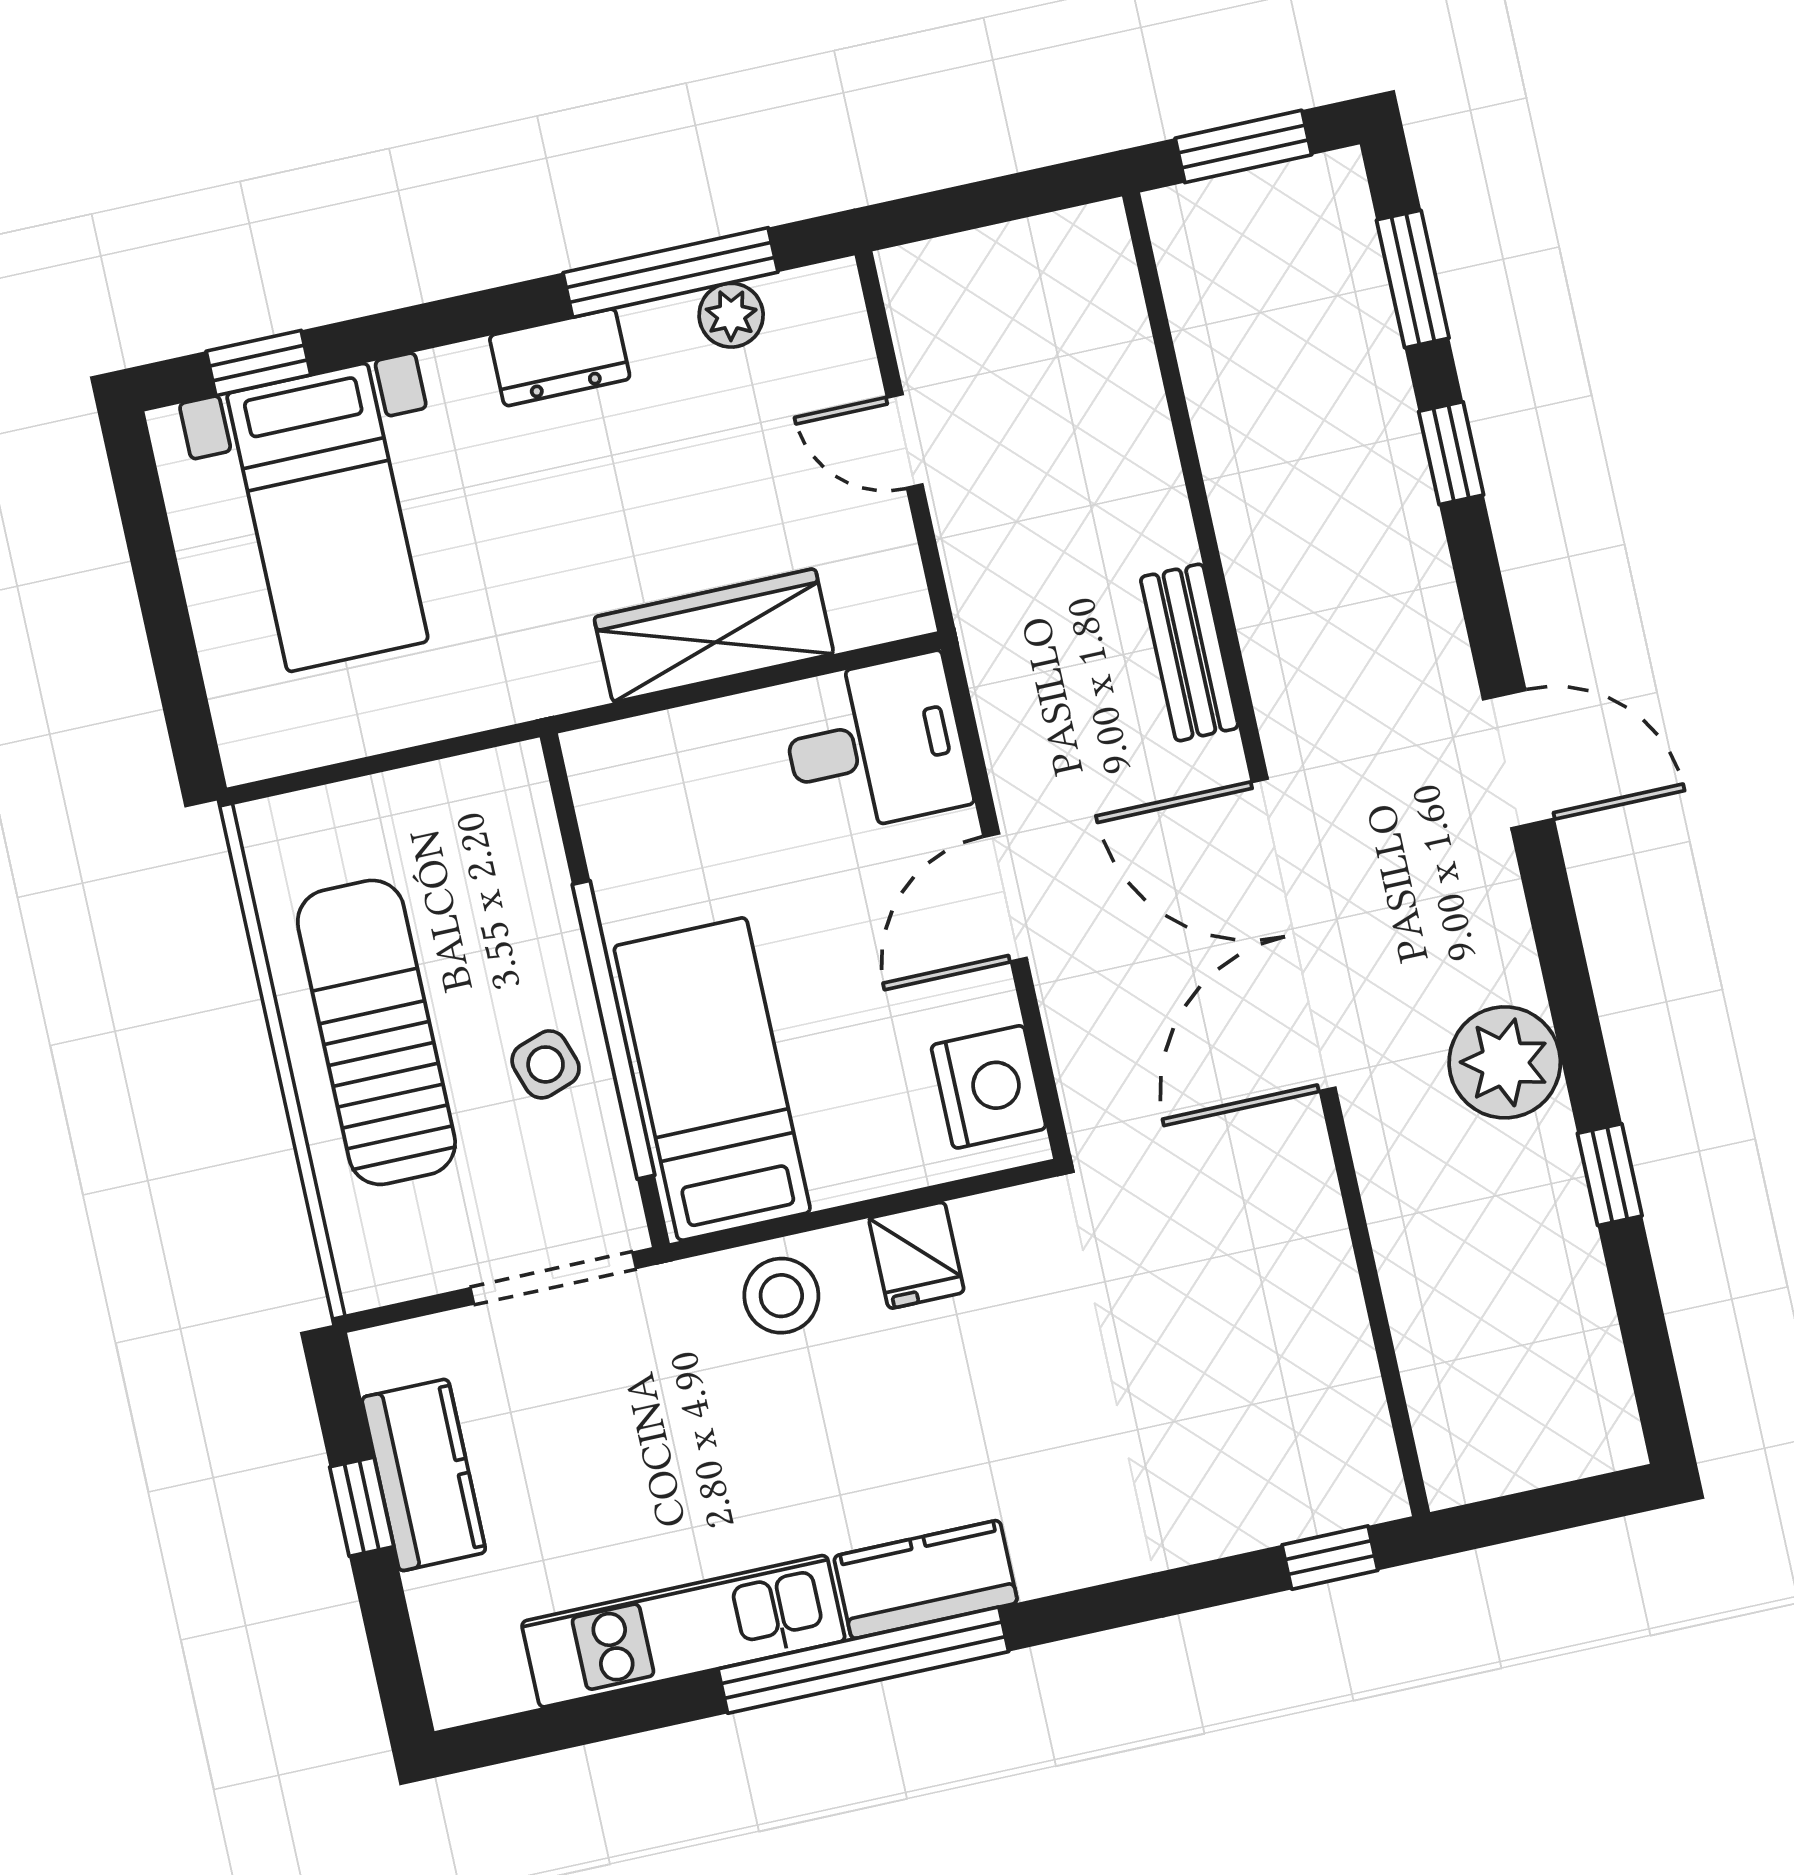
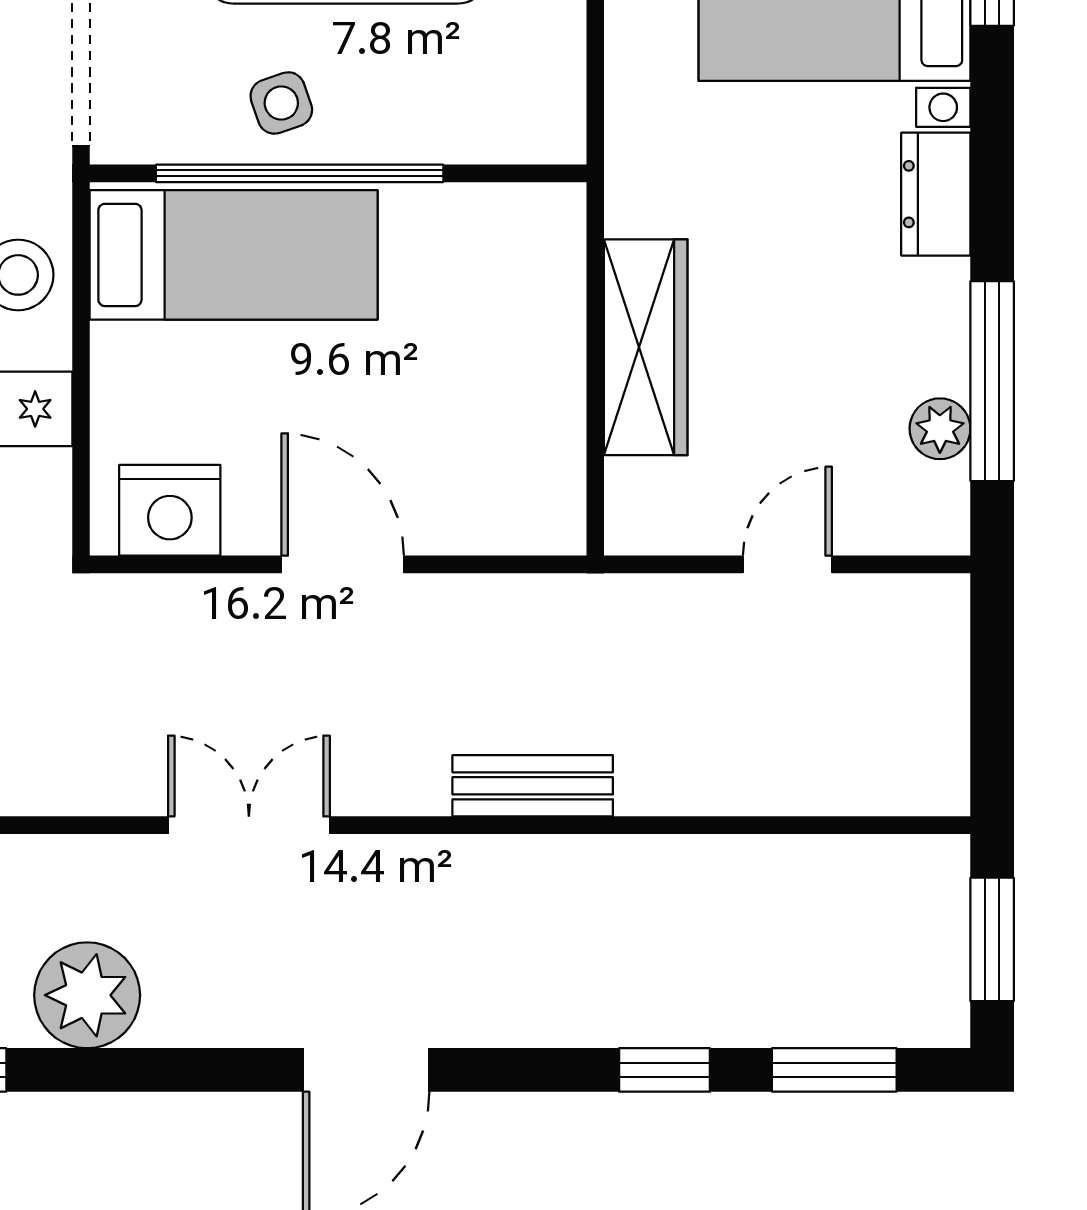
dresser: (560, 357) -> (936, 194), moved
desk: (875, 744) -> (511, 475), removed
double door: (1294, 935) -> (249, 825), width x0.54

